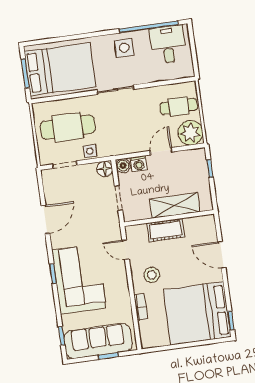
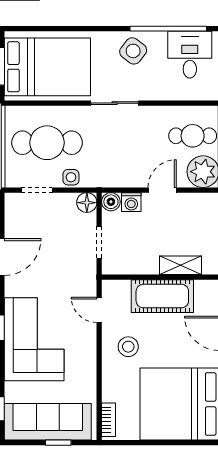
side table: (124, 48) -> (133, 51), turned 38
shelving: (175, 206) -> (180, 265), width x0.67, depth x0.75
cot: (166, 230) -> (162, 296), width x1.37, depth x1.34
bookcase: (141, 307) -> (108, 420), moved

